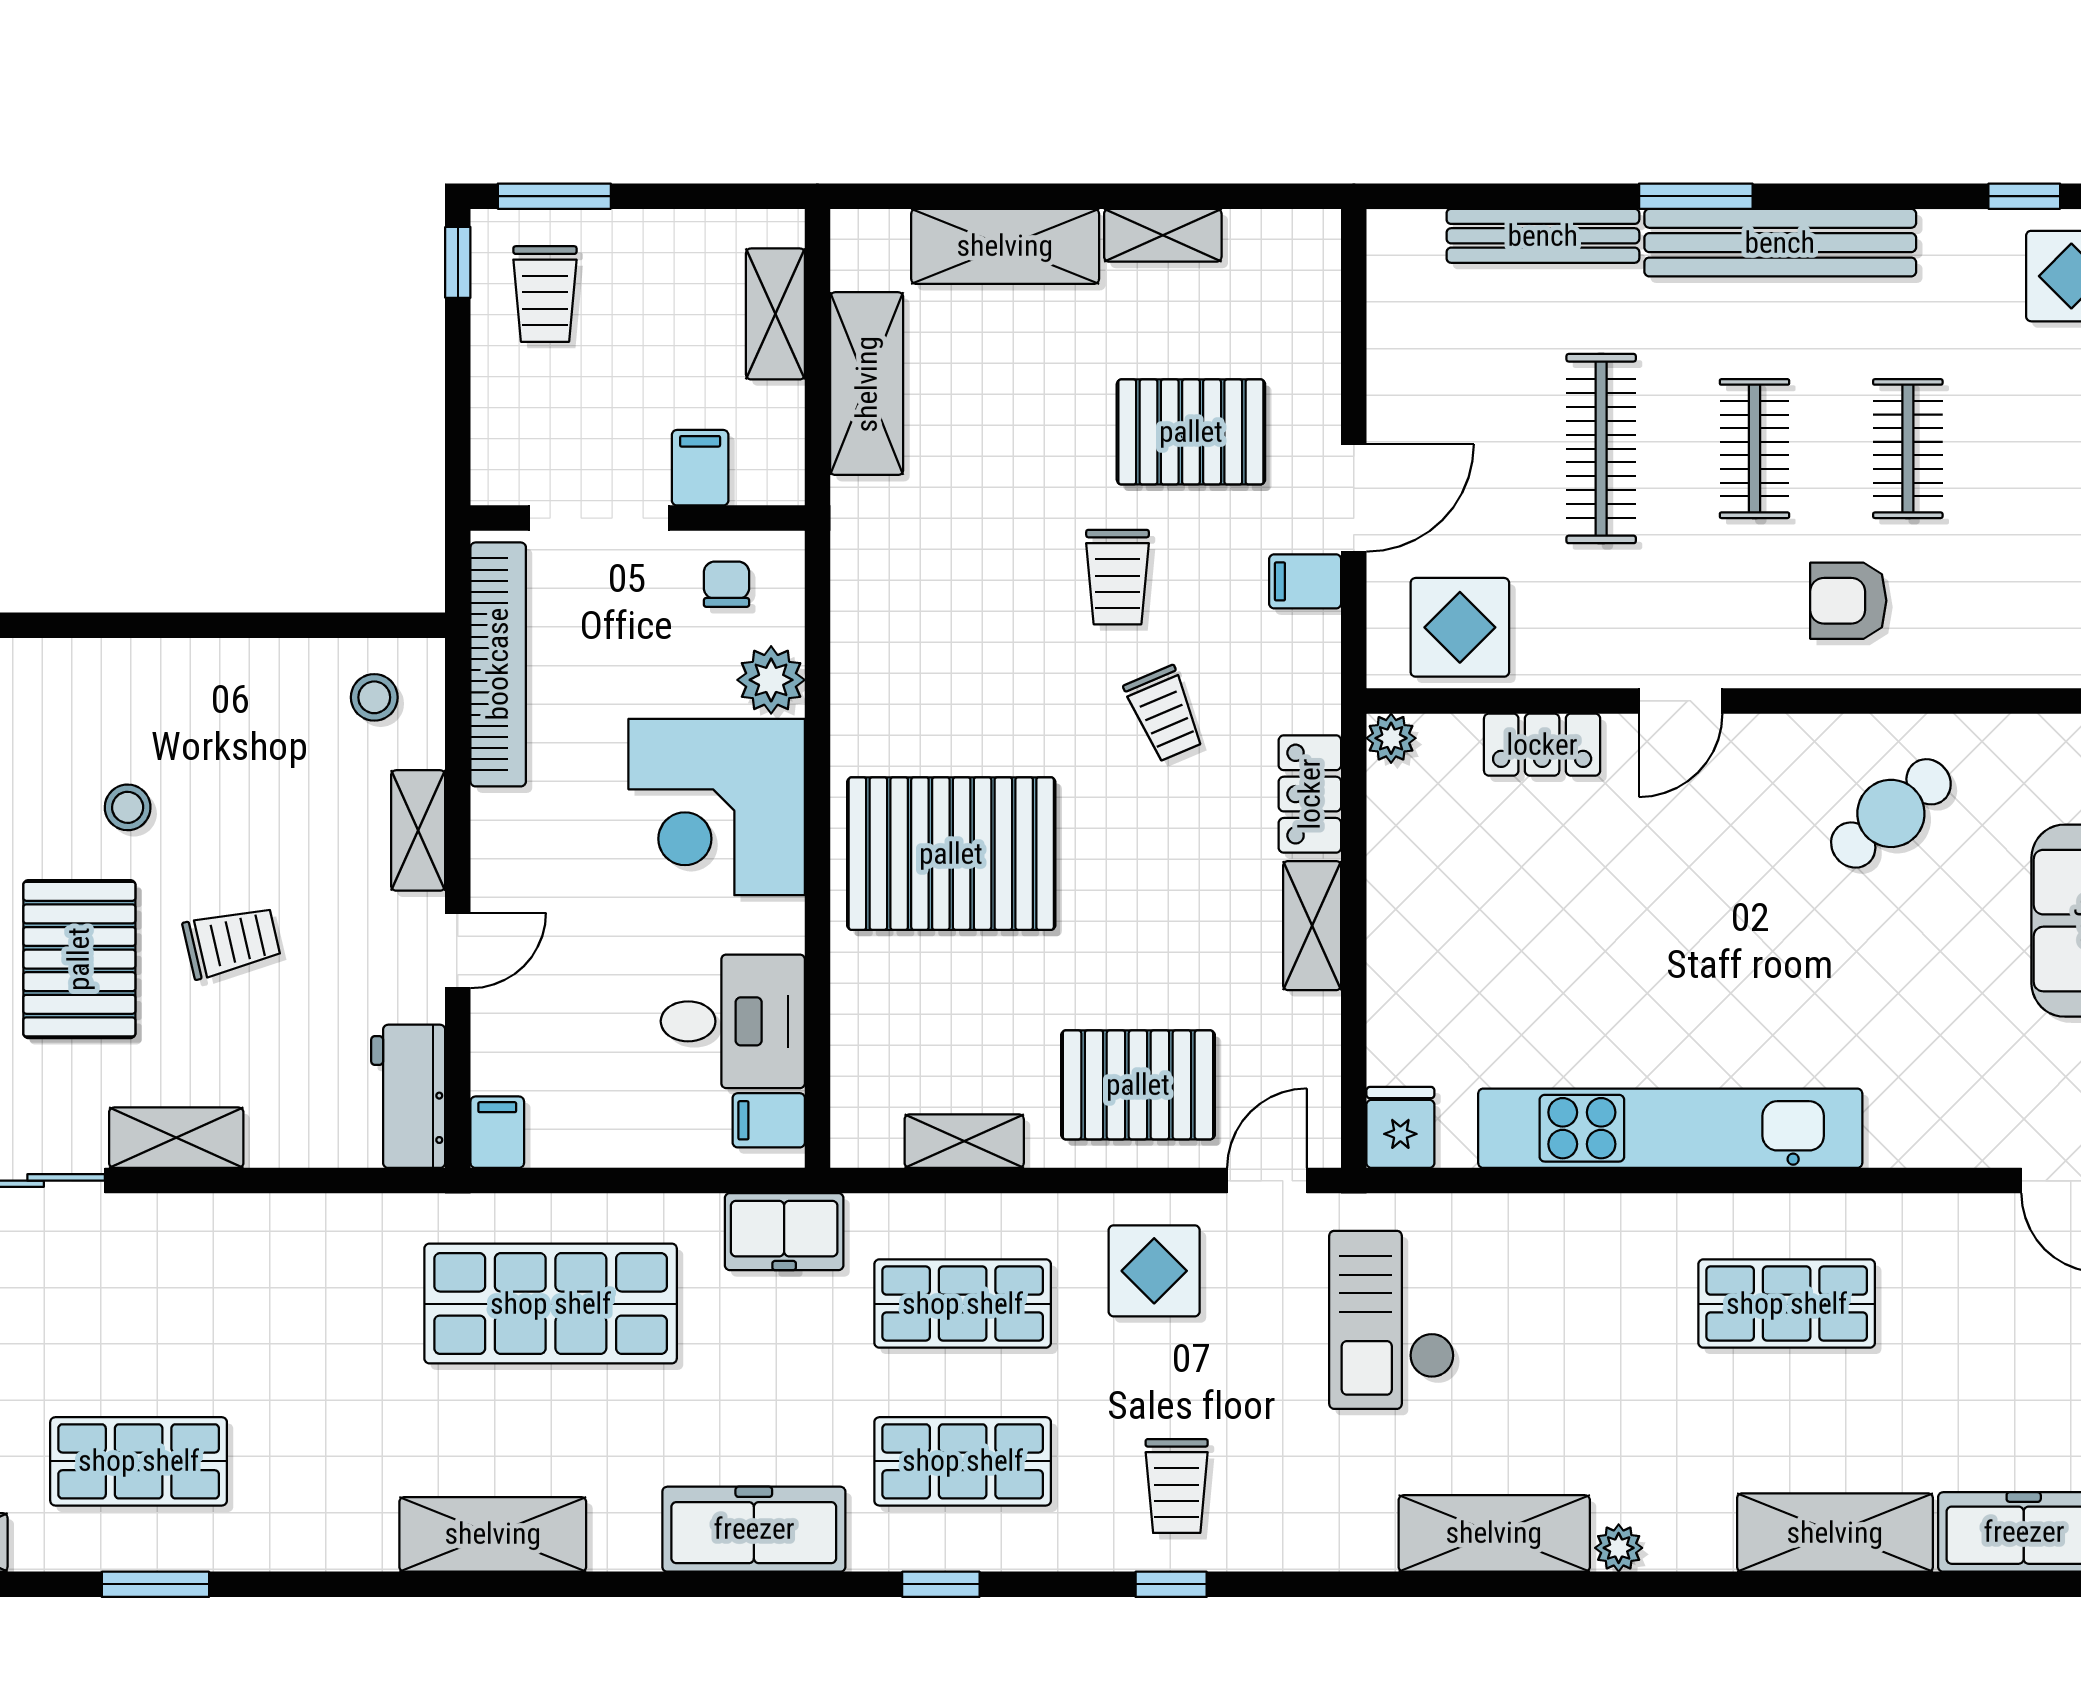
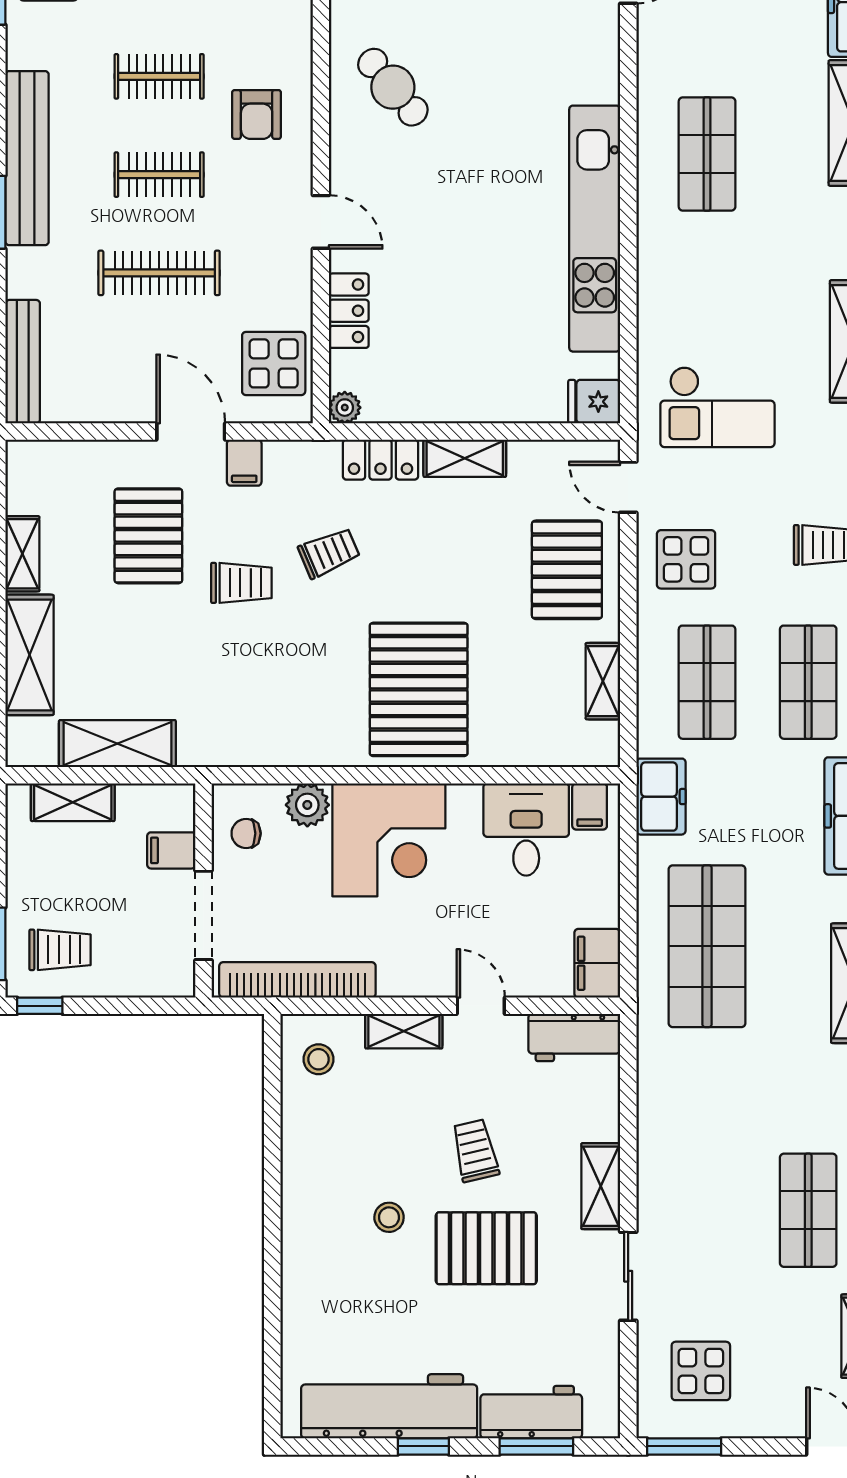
bench: (1543, 236) -> (23, 362), moved
filing cabinet: (497, 1132) -> (597, 963), width x2.00

